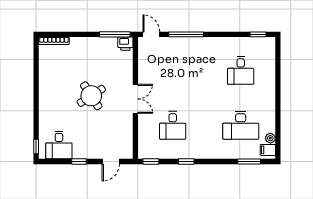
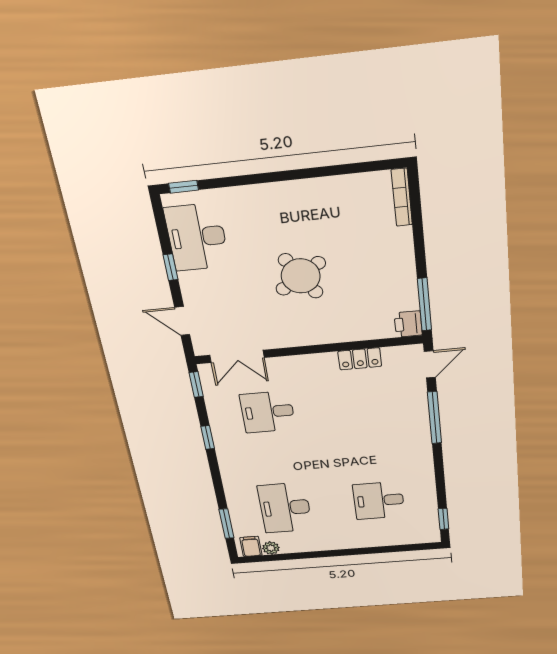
locker: (144, 71) -> (360, 359), added
double door: (135, 99) -> (237, 356), moved
desk: (59, 145) -> (197, 237), width x1.37

